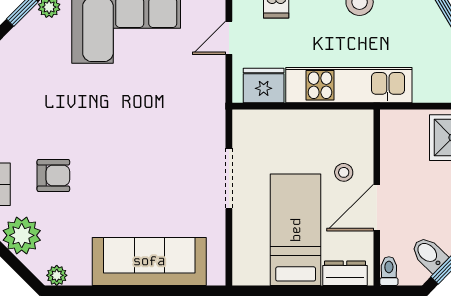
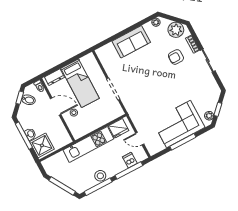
door: (229, 38) -> (140, 139), swing flipped
door: (377, 207) -> (56, 106), hinge flipped
sofa: (149, 261) -> (131, 42), width x0.73

